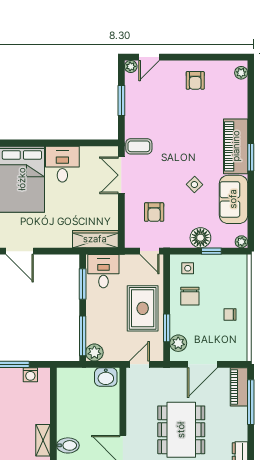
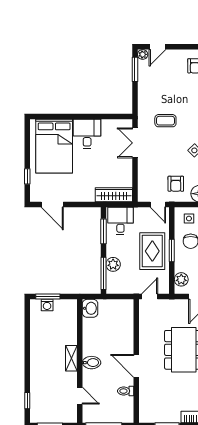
window: (121, 101) -> (135, 69), moved
coffee table: (139, 146) -> (165, 121), moved
armchair: (154, 212) -> (176, 184), moved
window: (167, 328) -> (172, 251), moved
plant: (94, 353) -> (113, 264), moved
washing machine: (30, 375) -> (47, 305), moved
washbasin: (106, 377) -> (90, 308), moved, turned -90

